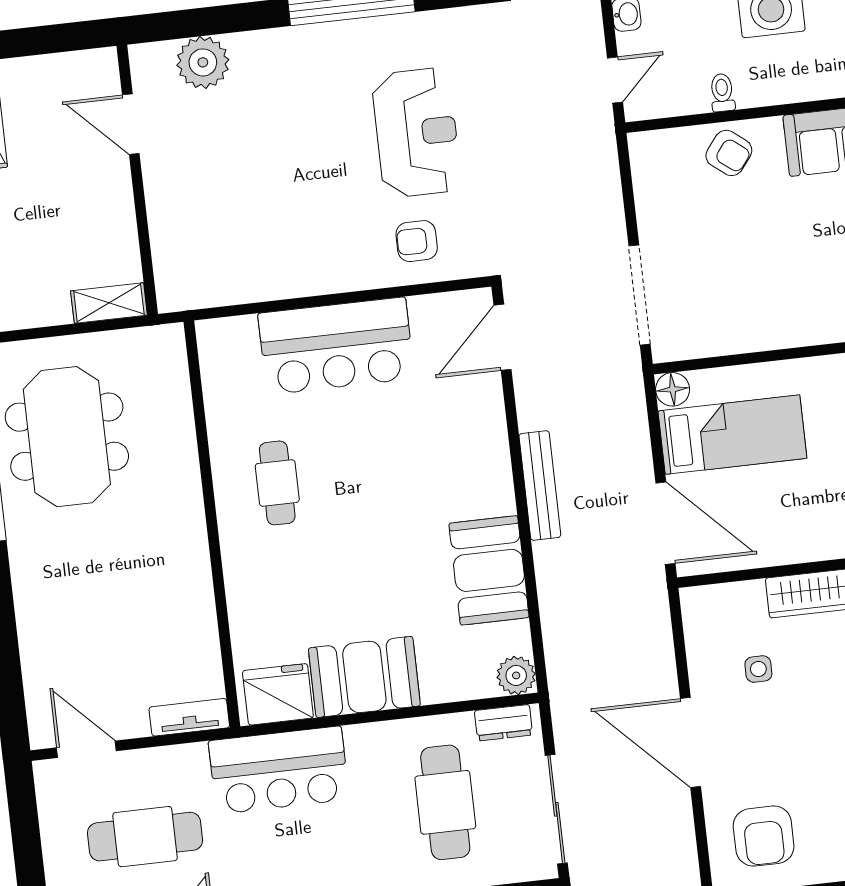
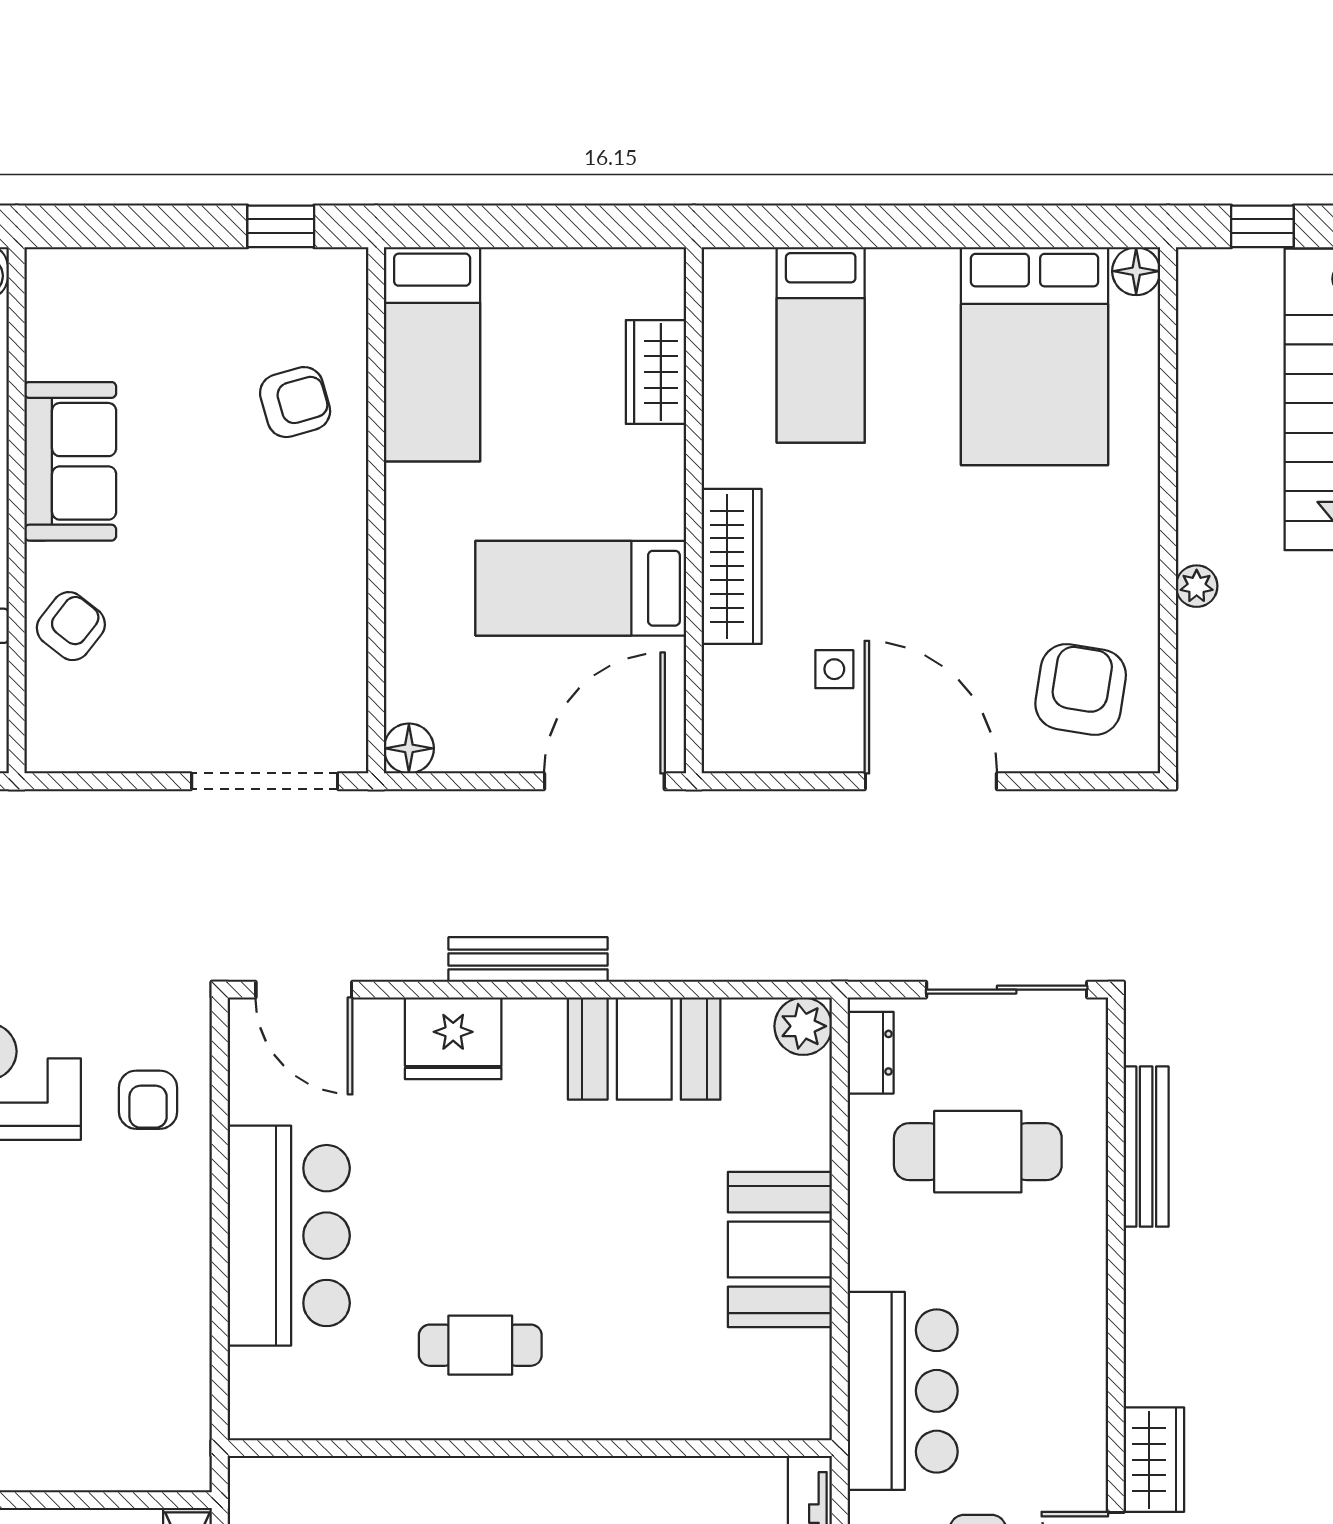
bed: (732, 435) -> (581, 588), moved, turned -90
fridge: (278, 694) -> (453, 1038), moved, turned -90
door: (690, 742) -> (931, 781), swing flipped
armchair: (764, 836) -> (1081, 689), turned -81

